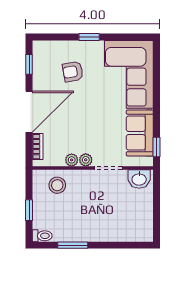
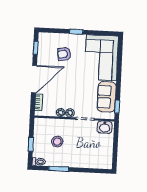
stool: (57, 185) -> (57, 142), moved

